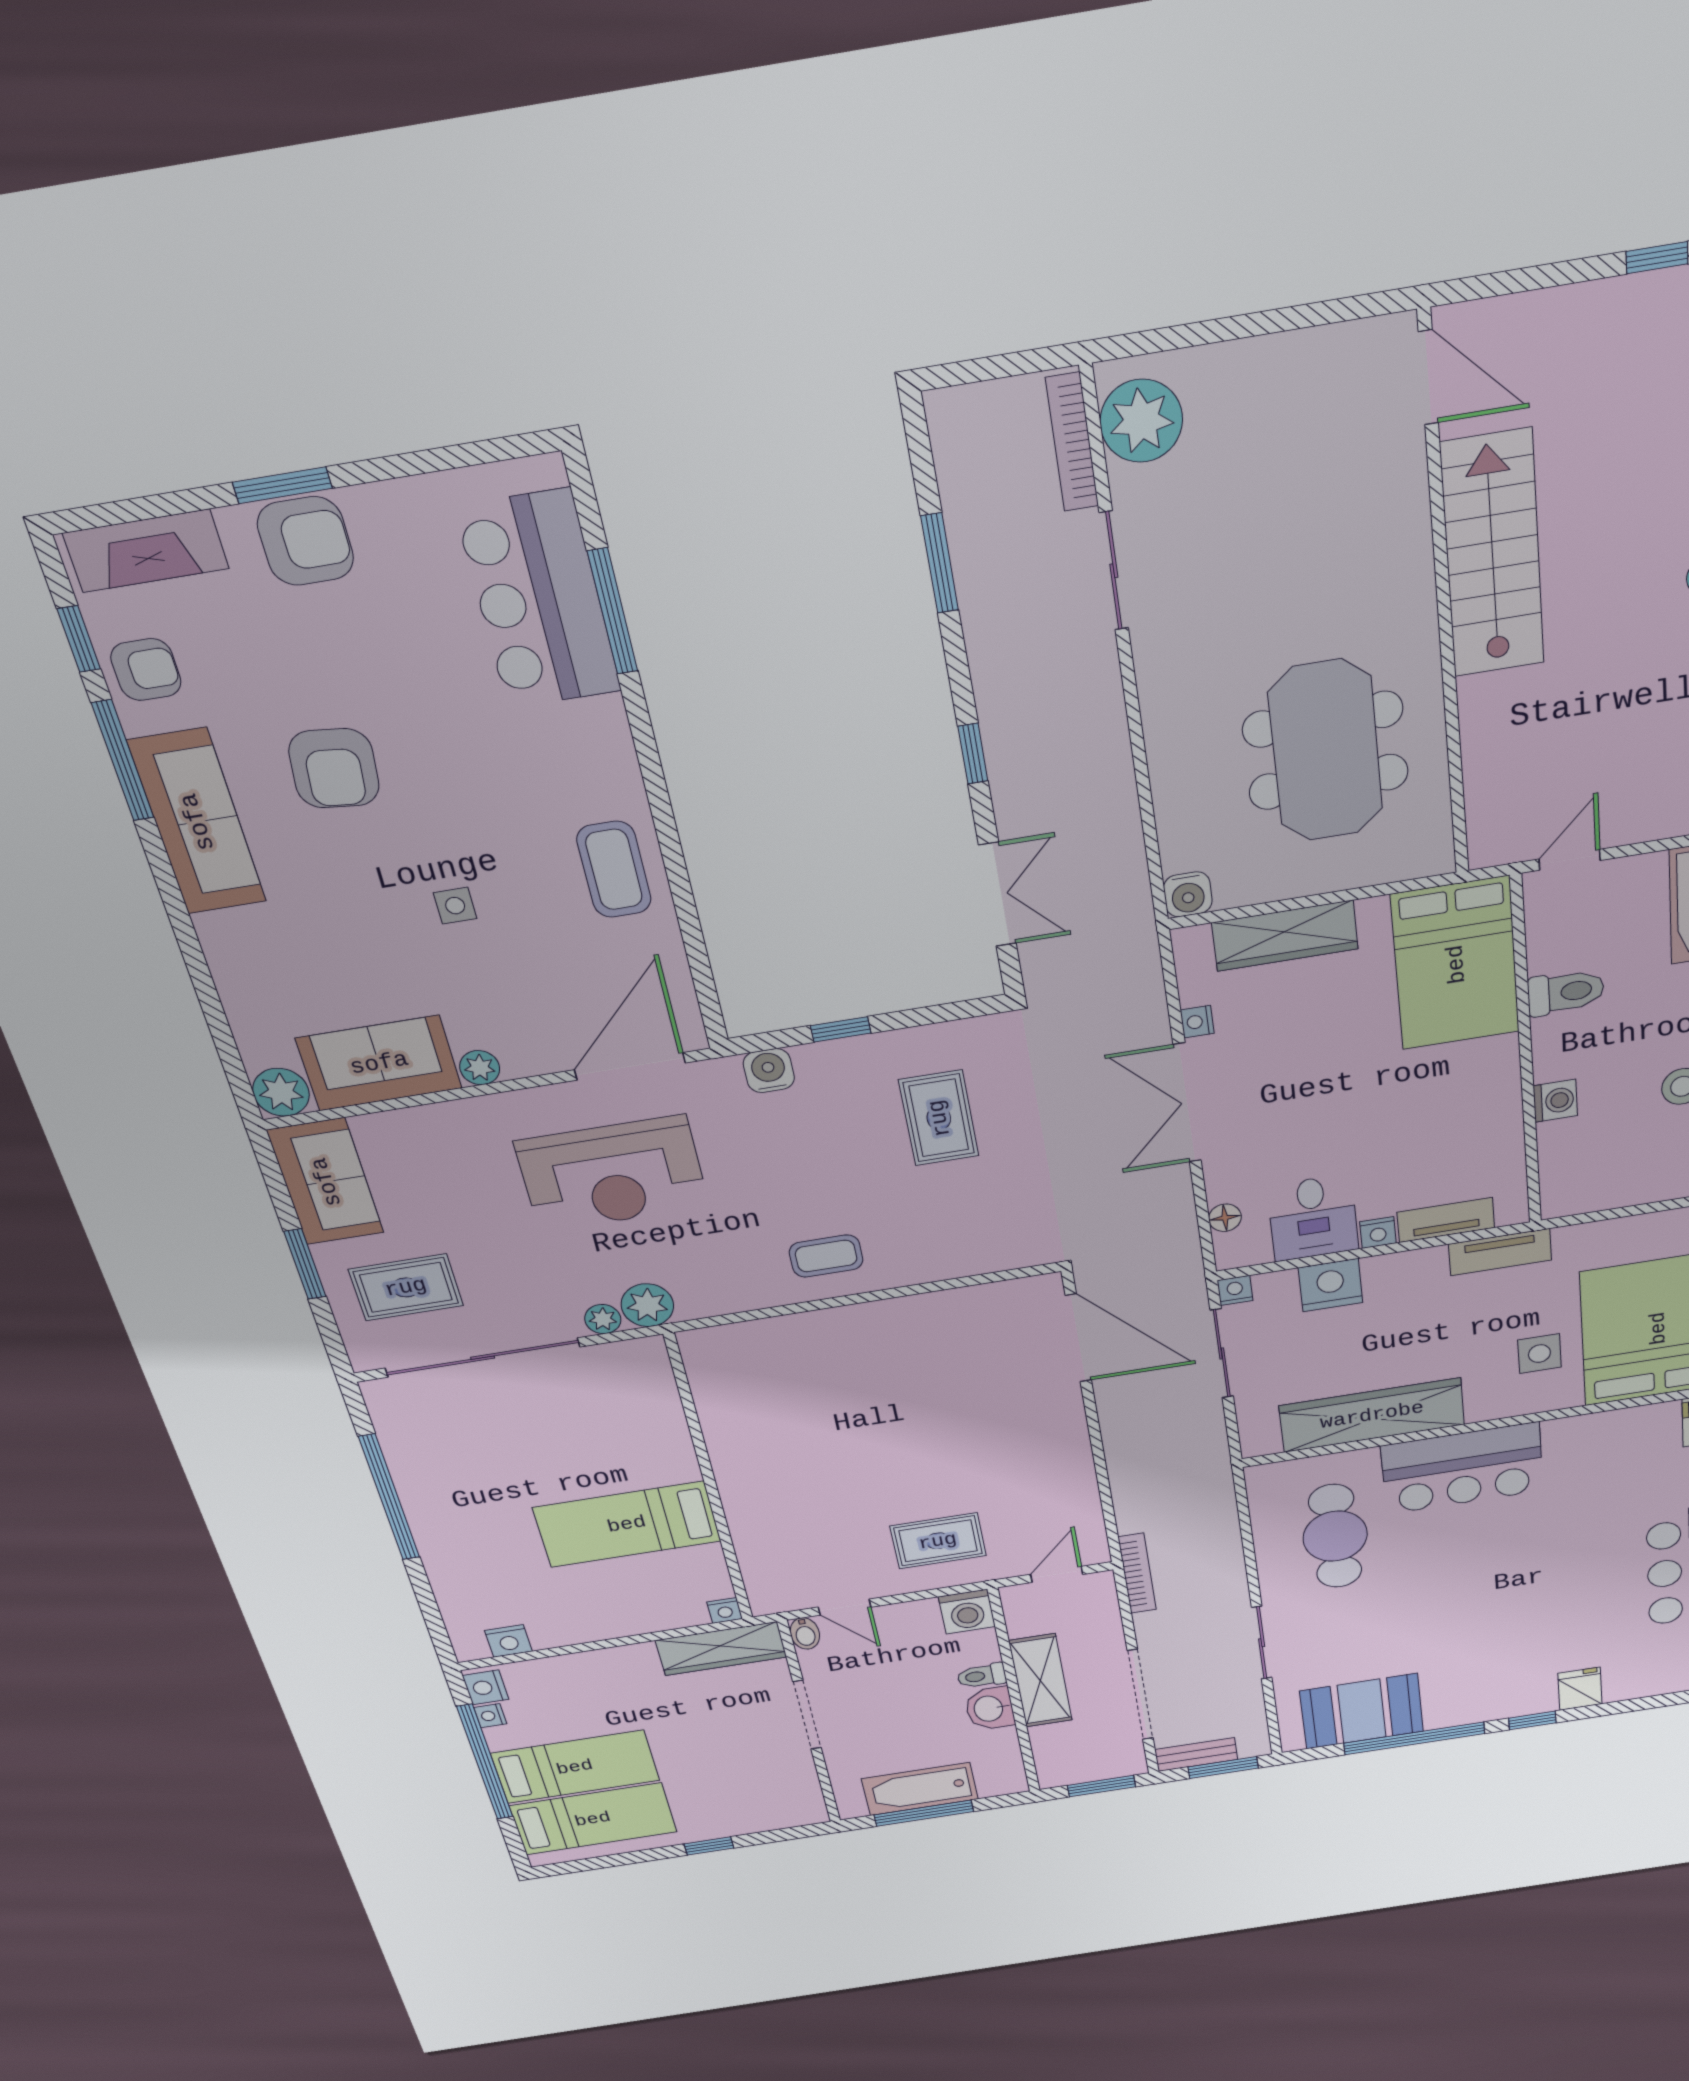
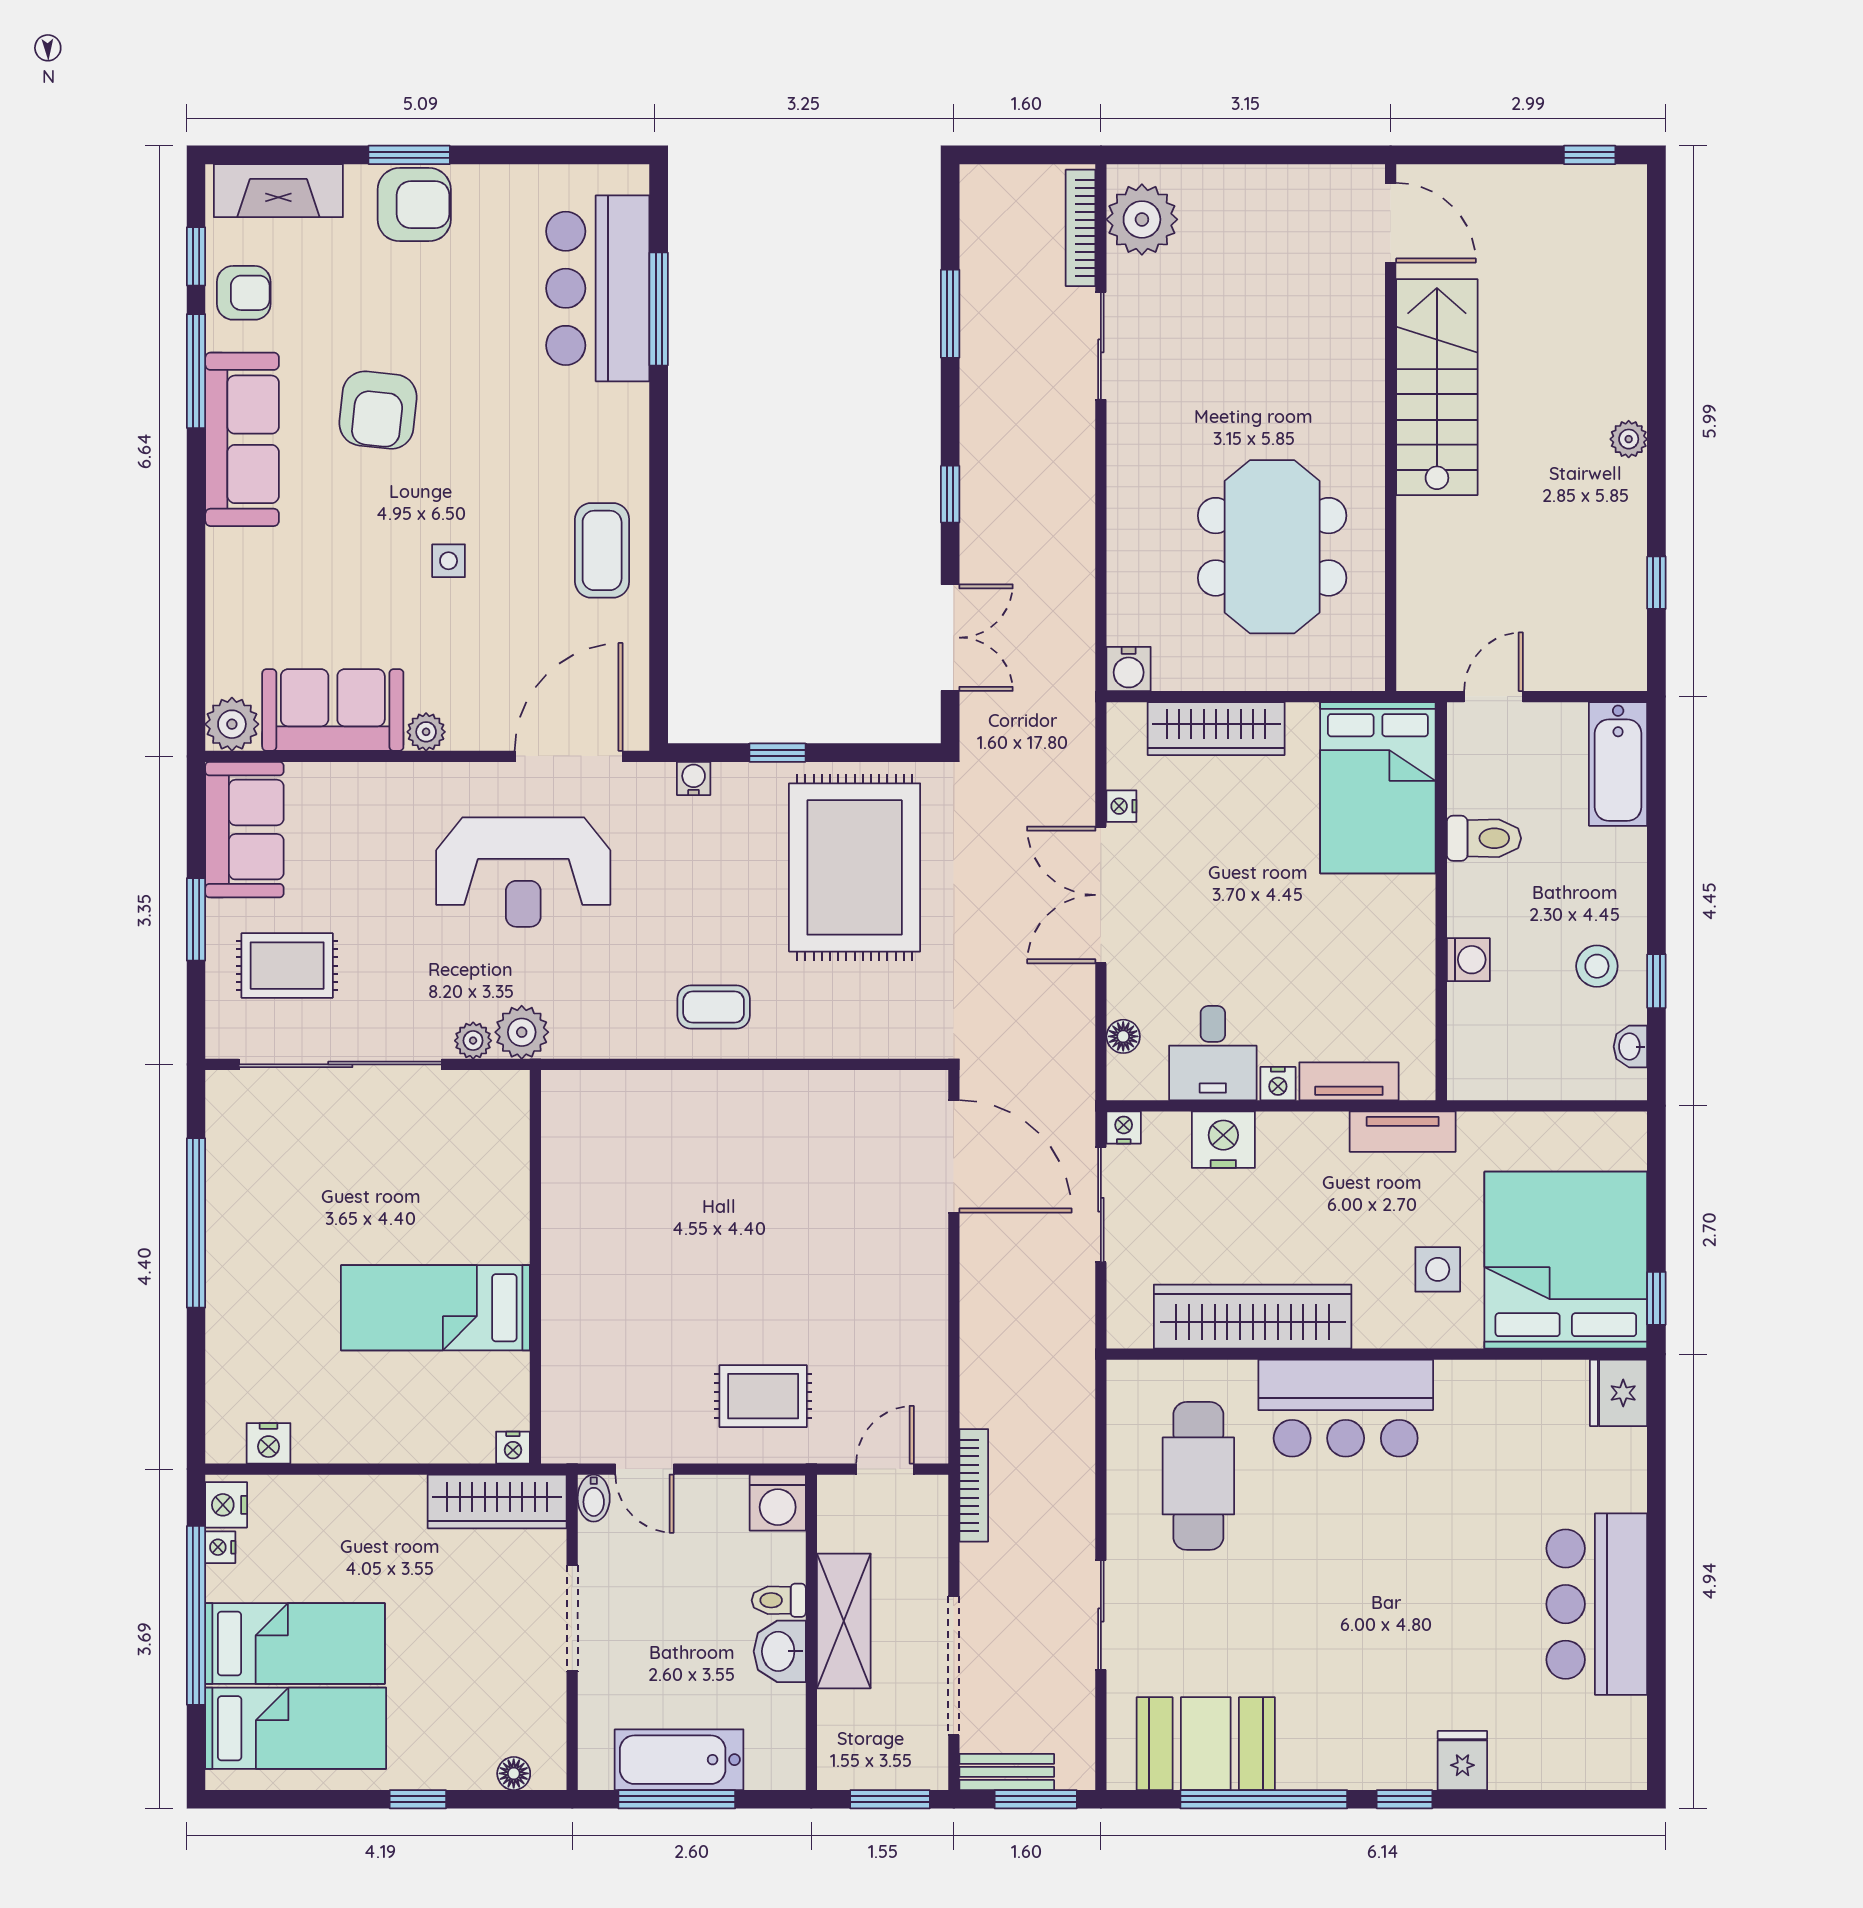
water cooler: (769, 1071) -> (694, 779), width x0.72, depth x0.72
rug: (939, 1118) -> (855, 867), width x1.86, depth x2.06
floor lamp: (784, 1818) -> (514, 1773), added

